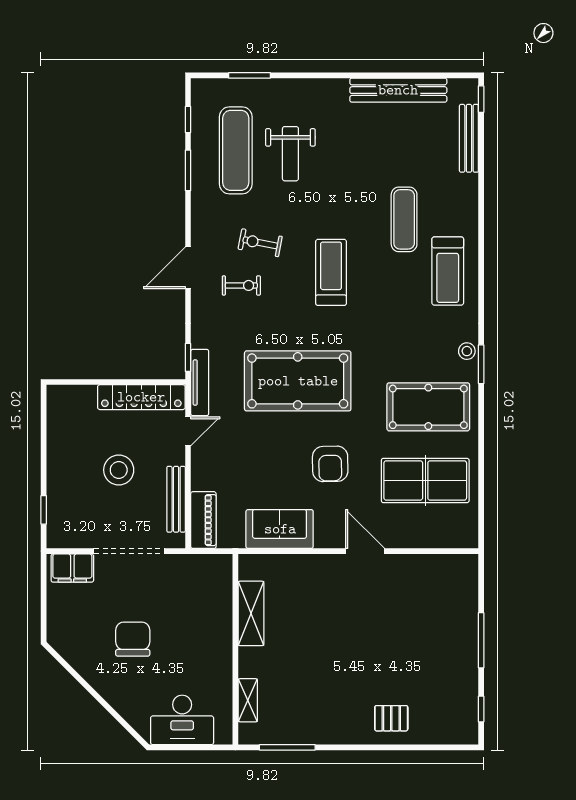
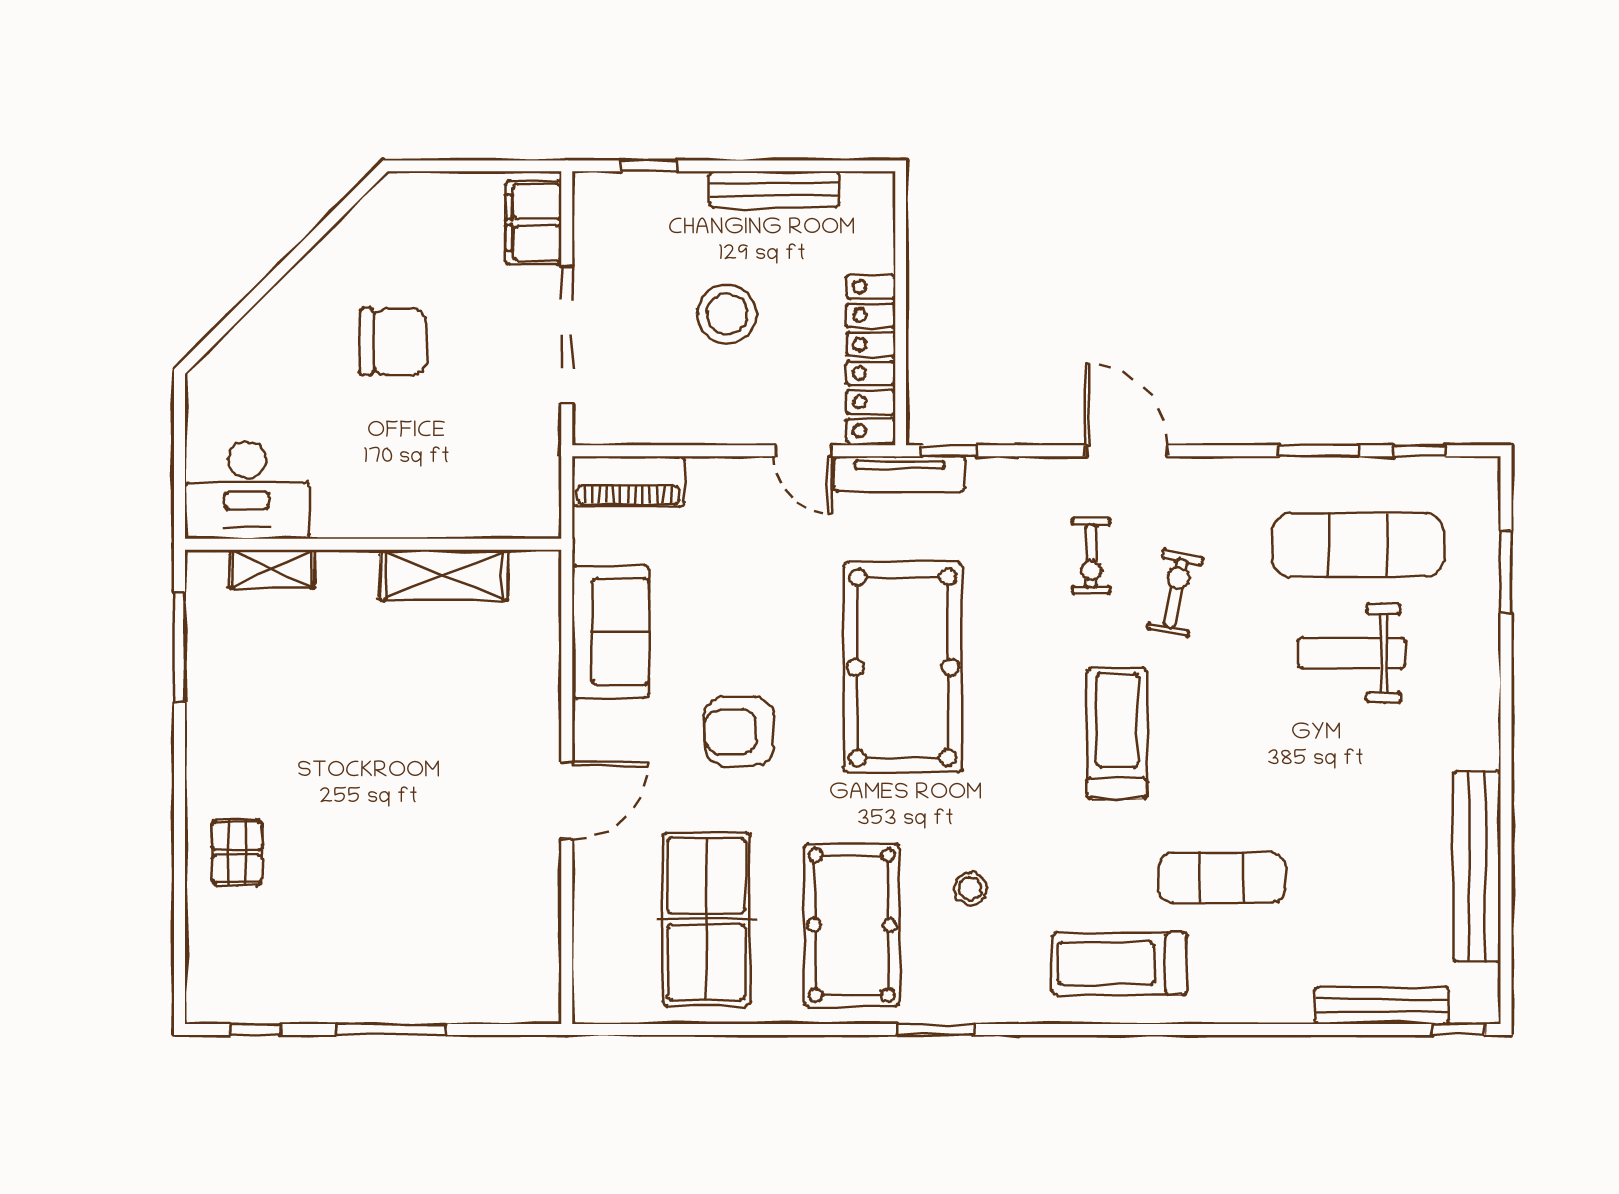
treadmill: (331, 272) -> (1117, 733), turned -90
stool: (467, 351) -> (970, 889), moved
bench: (176, 499) -> (774, 189), moved
desk: (182, 720) -> (247, 490), moved, turned -90

